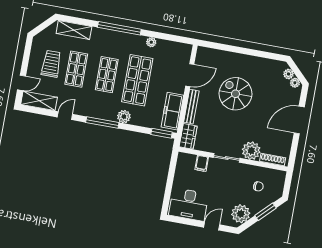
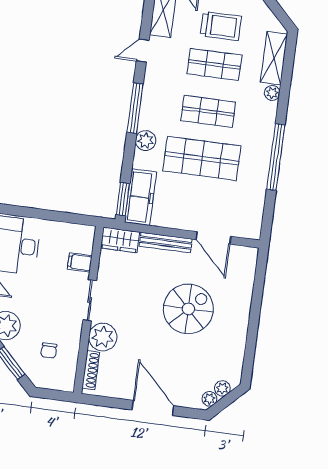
window: (119, 28) -> (276, 157), moved
plant: (151, 42) -> (272, 93), moved
freezer: (172, 111) -> (140, 197), moved, turned 90
door: (65, 116) -> (143, 51), swing flipped

